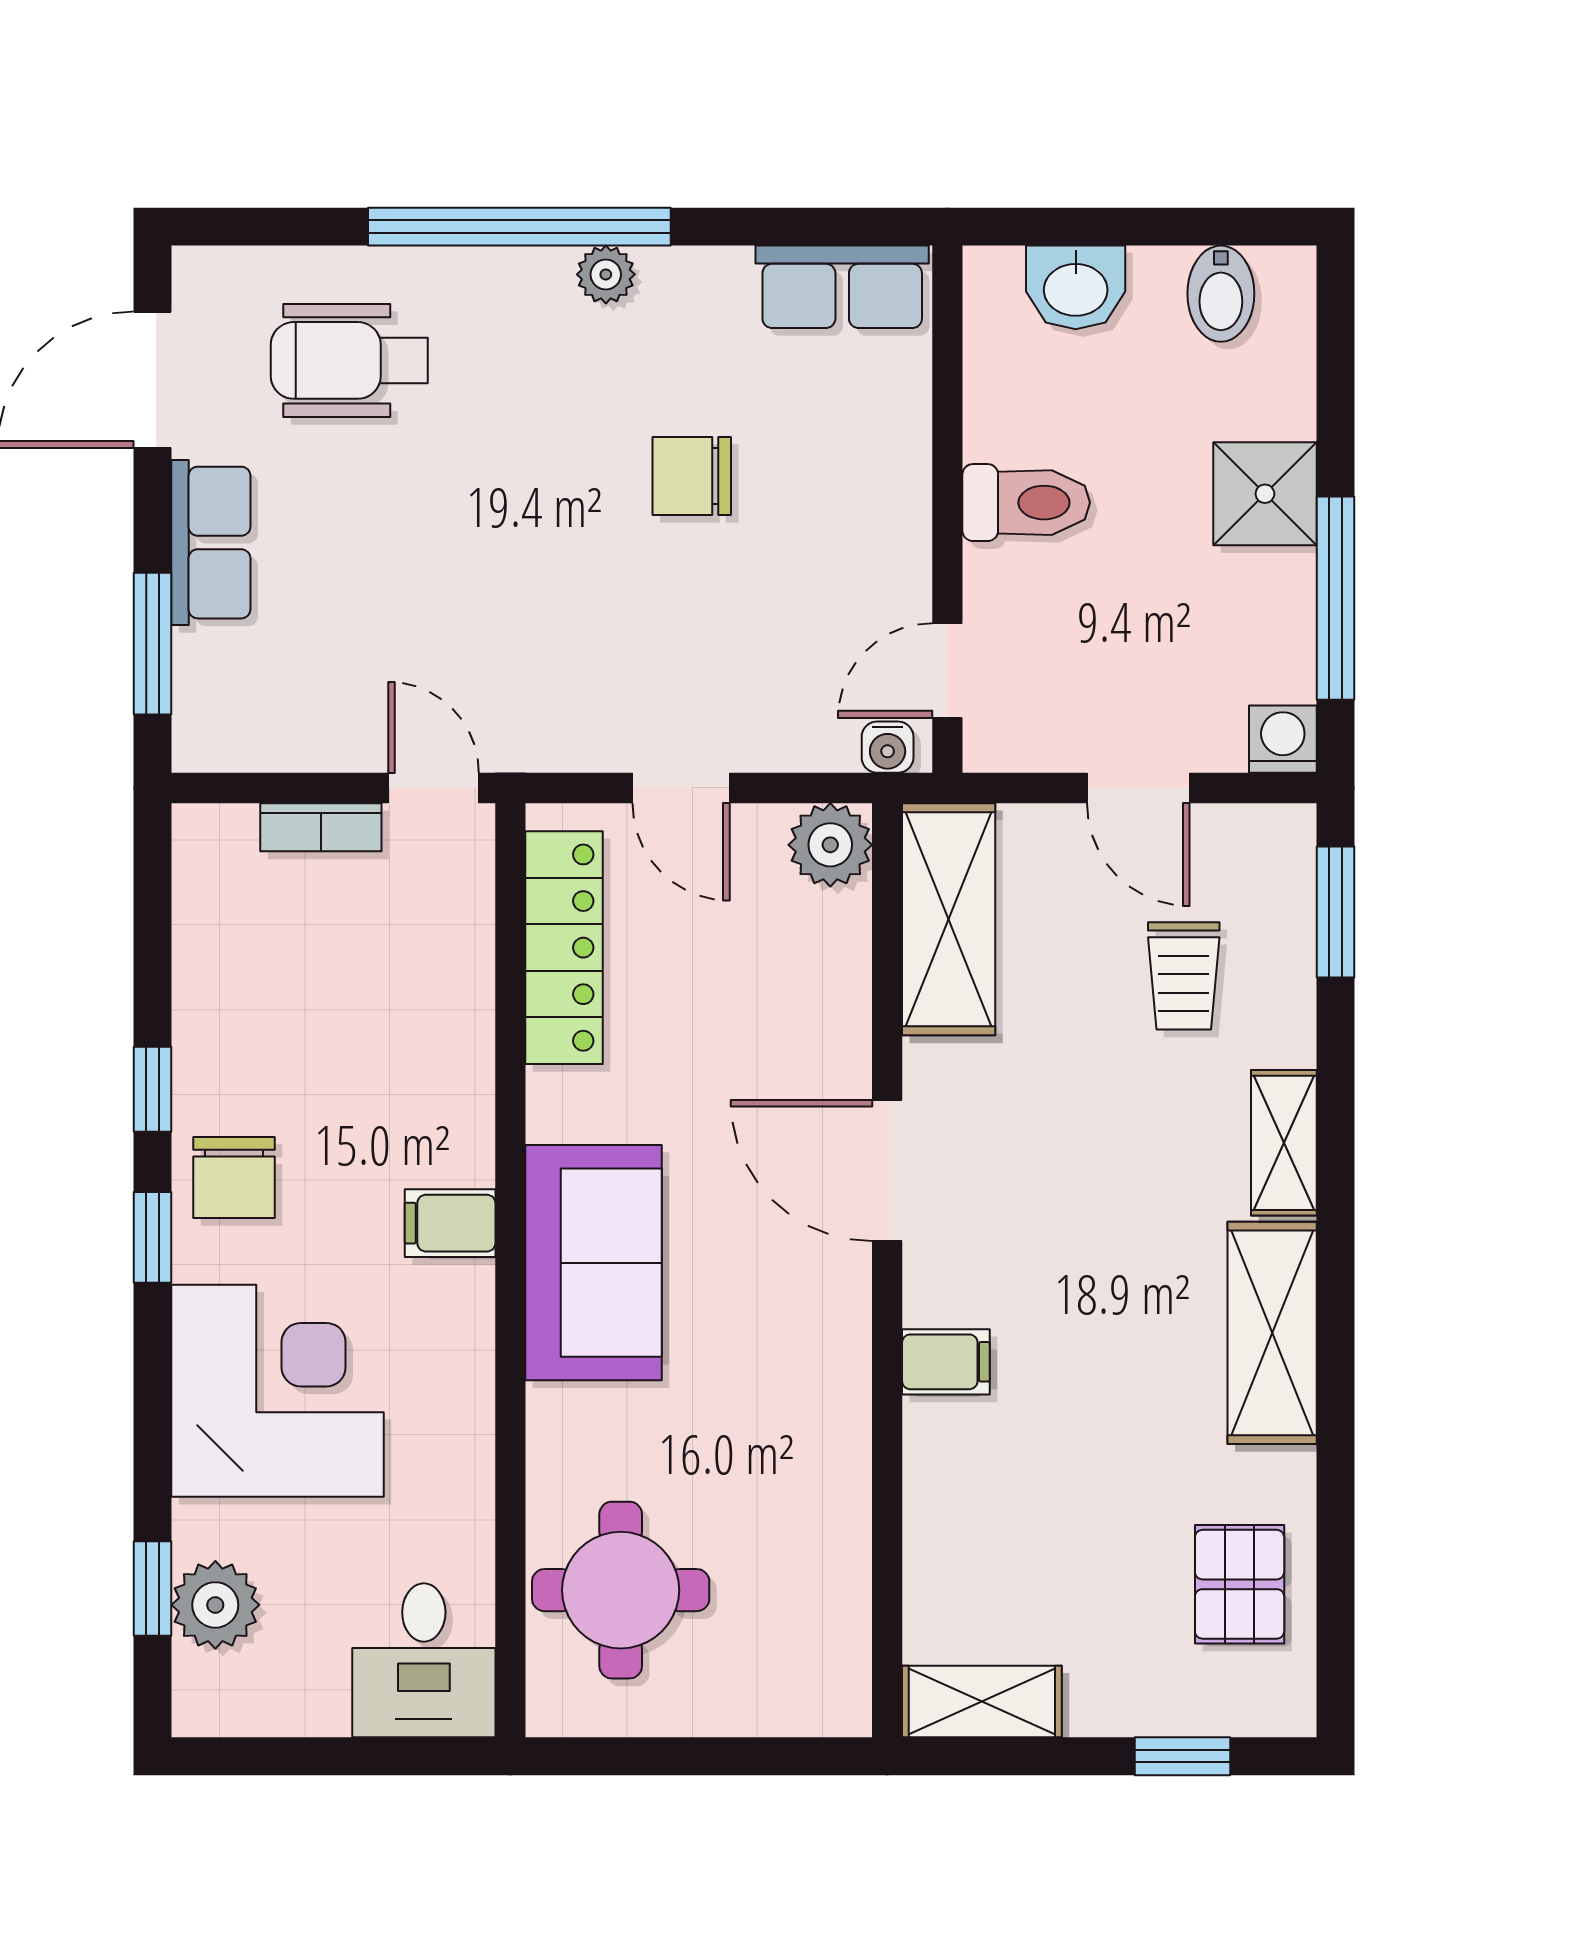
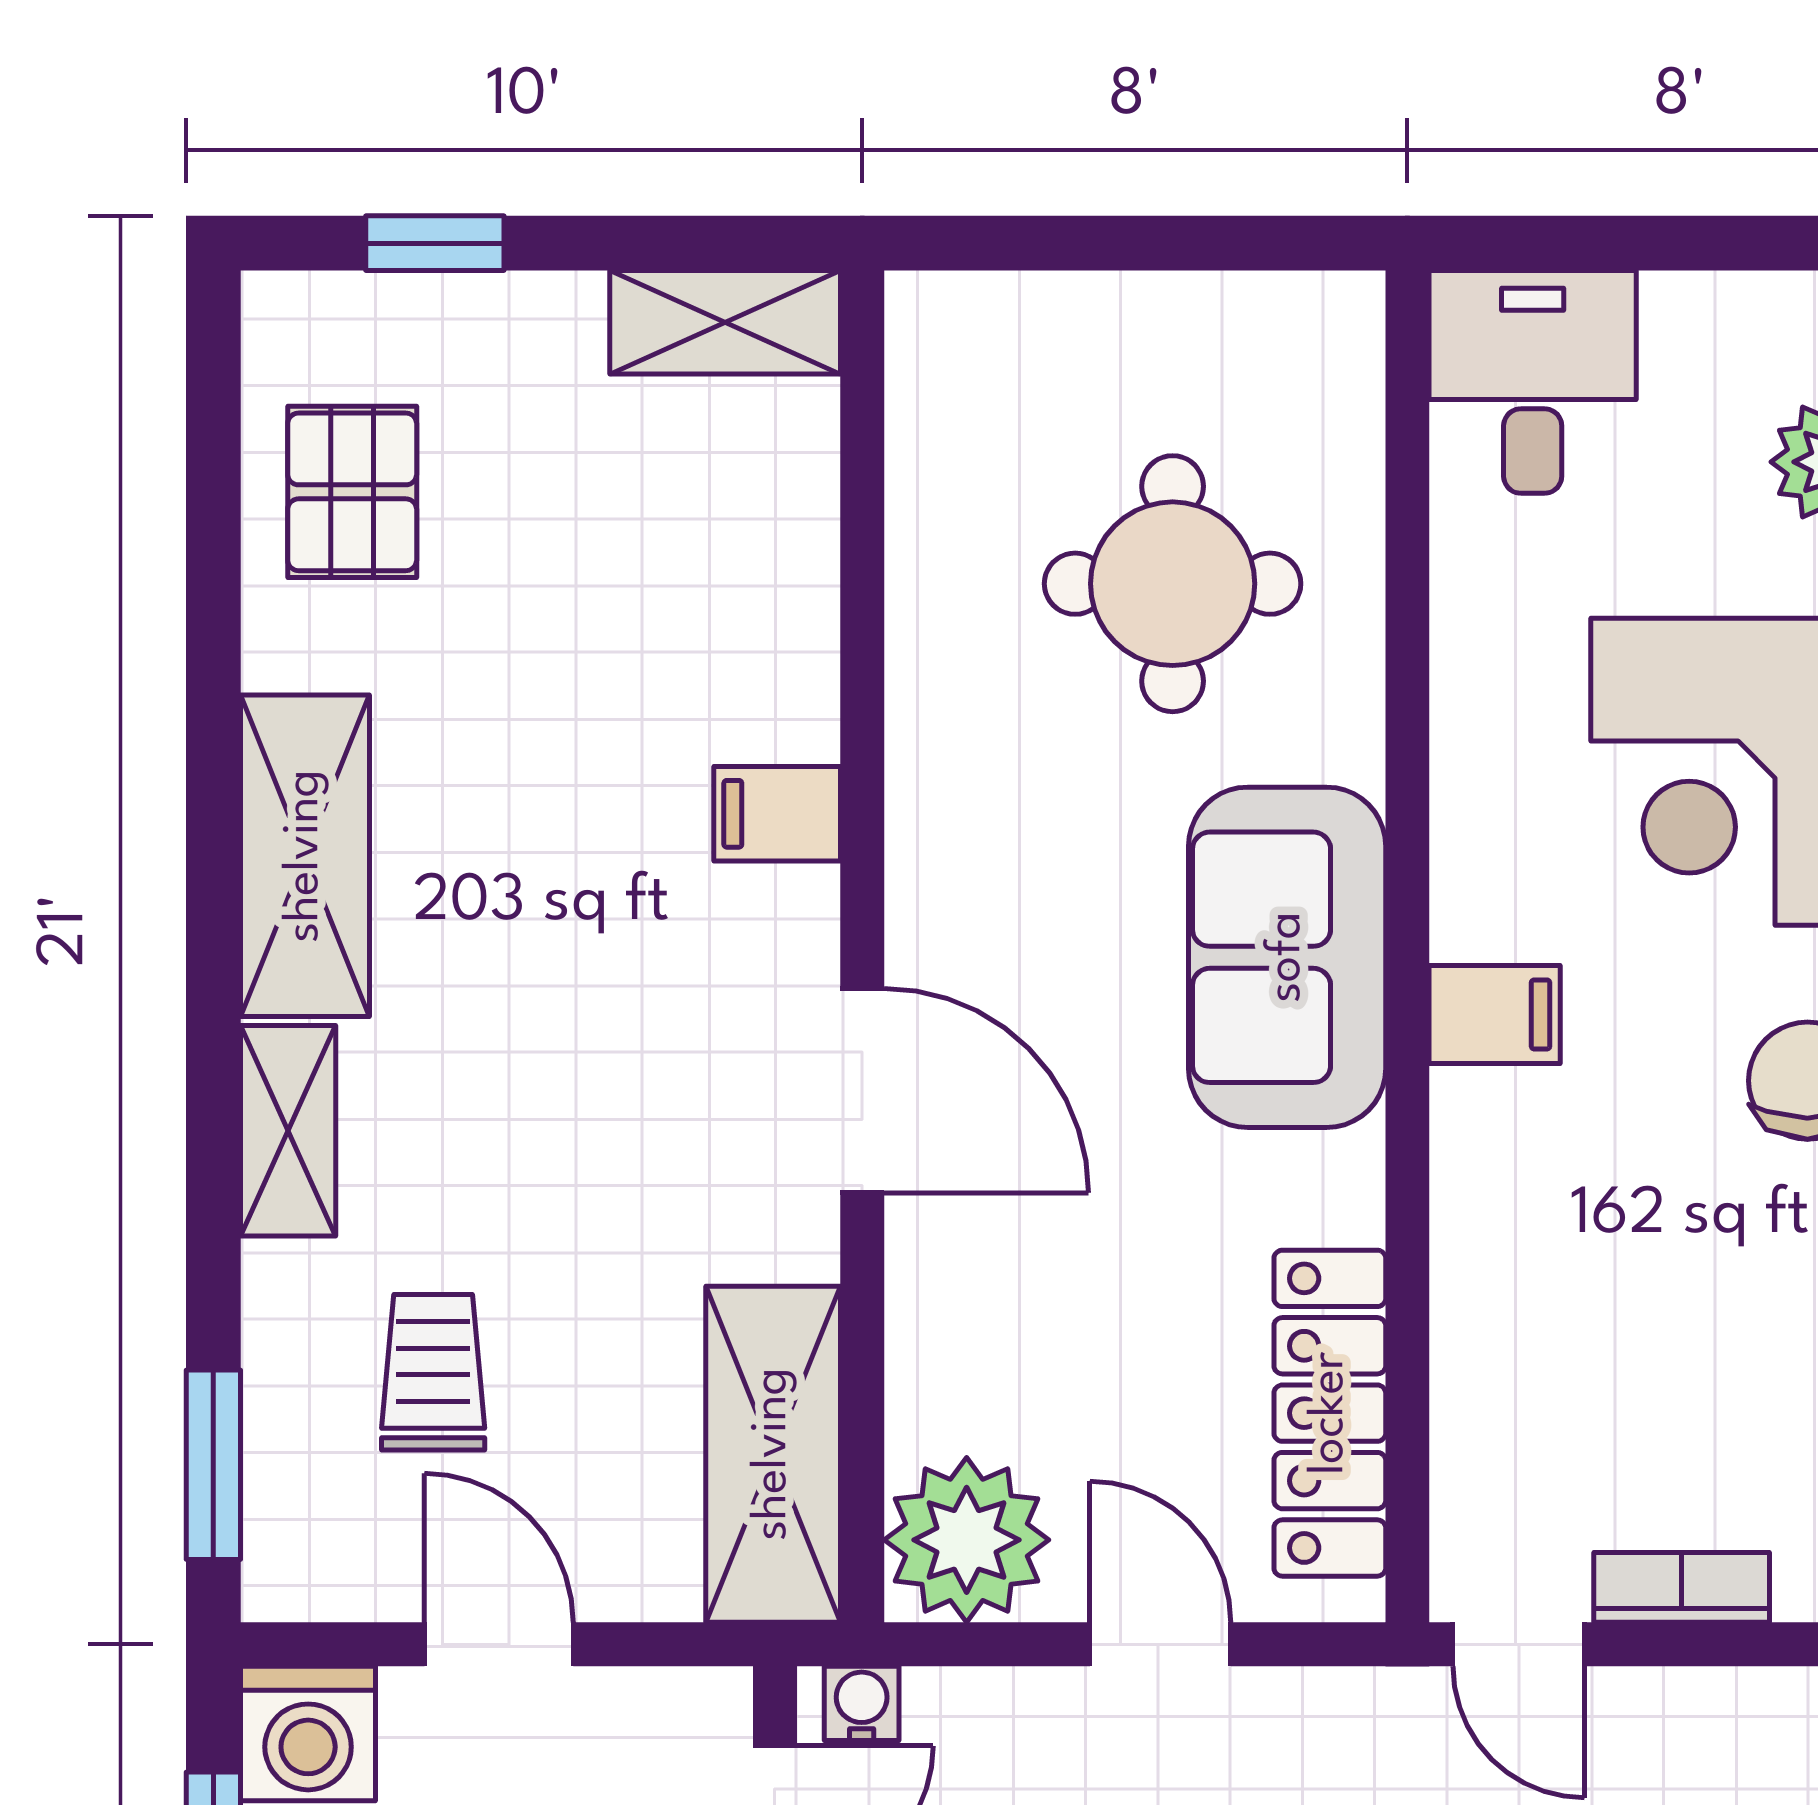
washing machine: (1283, 739) -> (308, 1733), width x1.38, depth x1.38
plant: (830, 845) -> (967, 1540), width x1.36, depth x1.36
round table: (621, 1590) -> (1173, 584), moved

